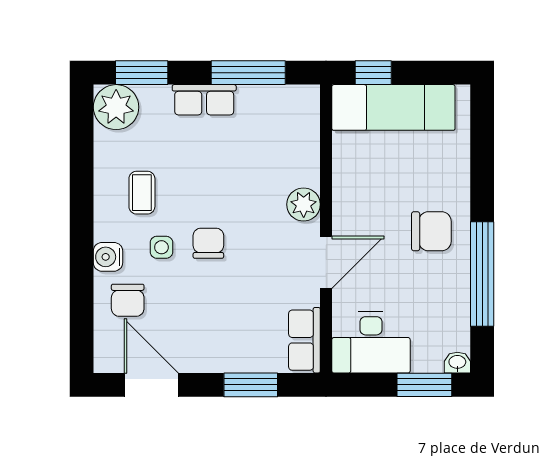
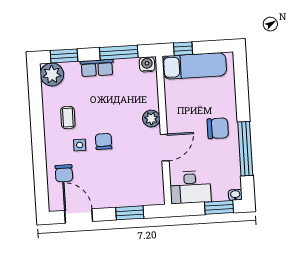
water cooler: (108, 257) -> (147, 64), moved, turned 90
row of seats: (304, 340) -> (156, 188), removed

